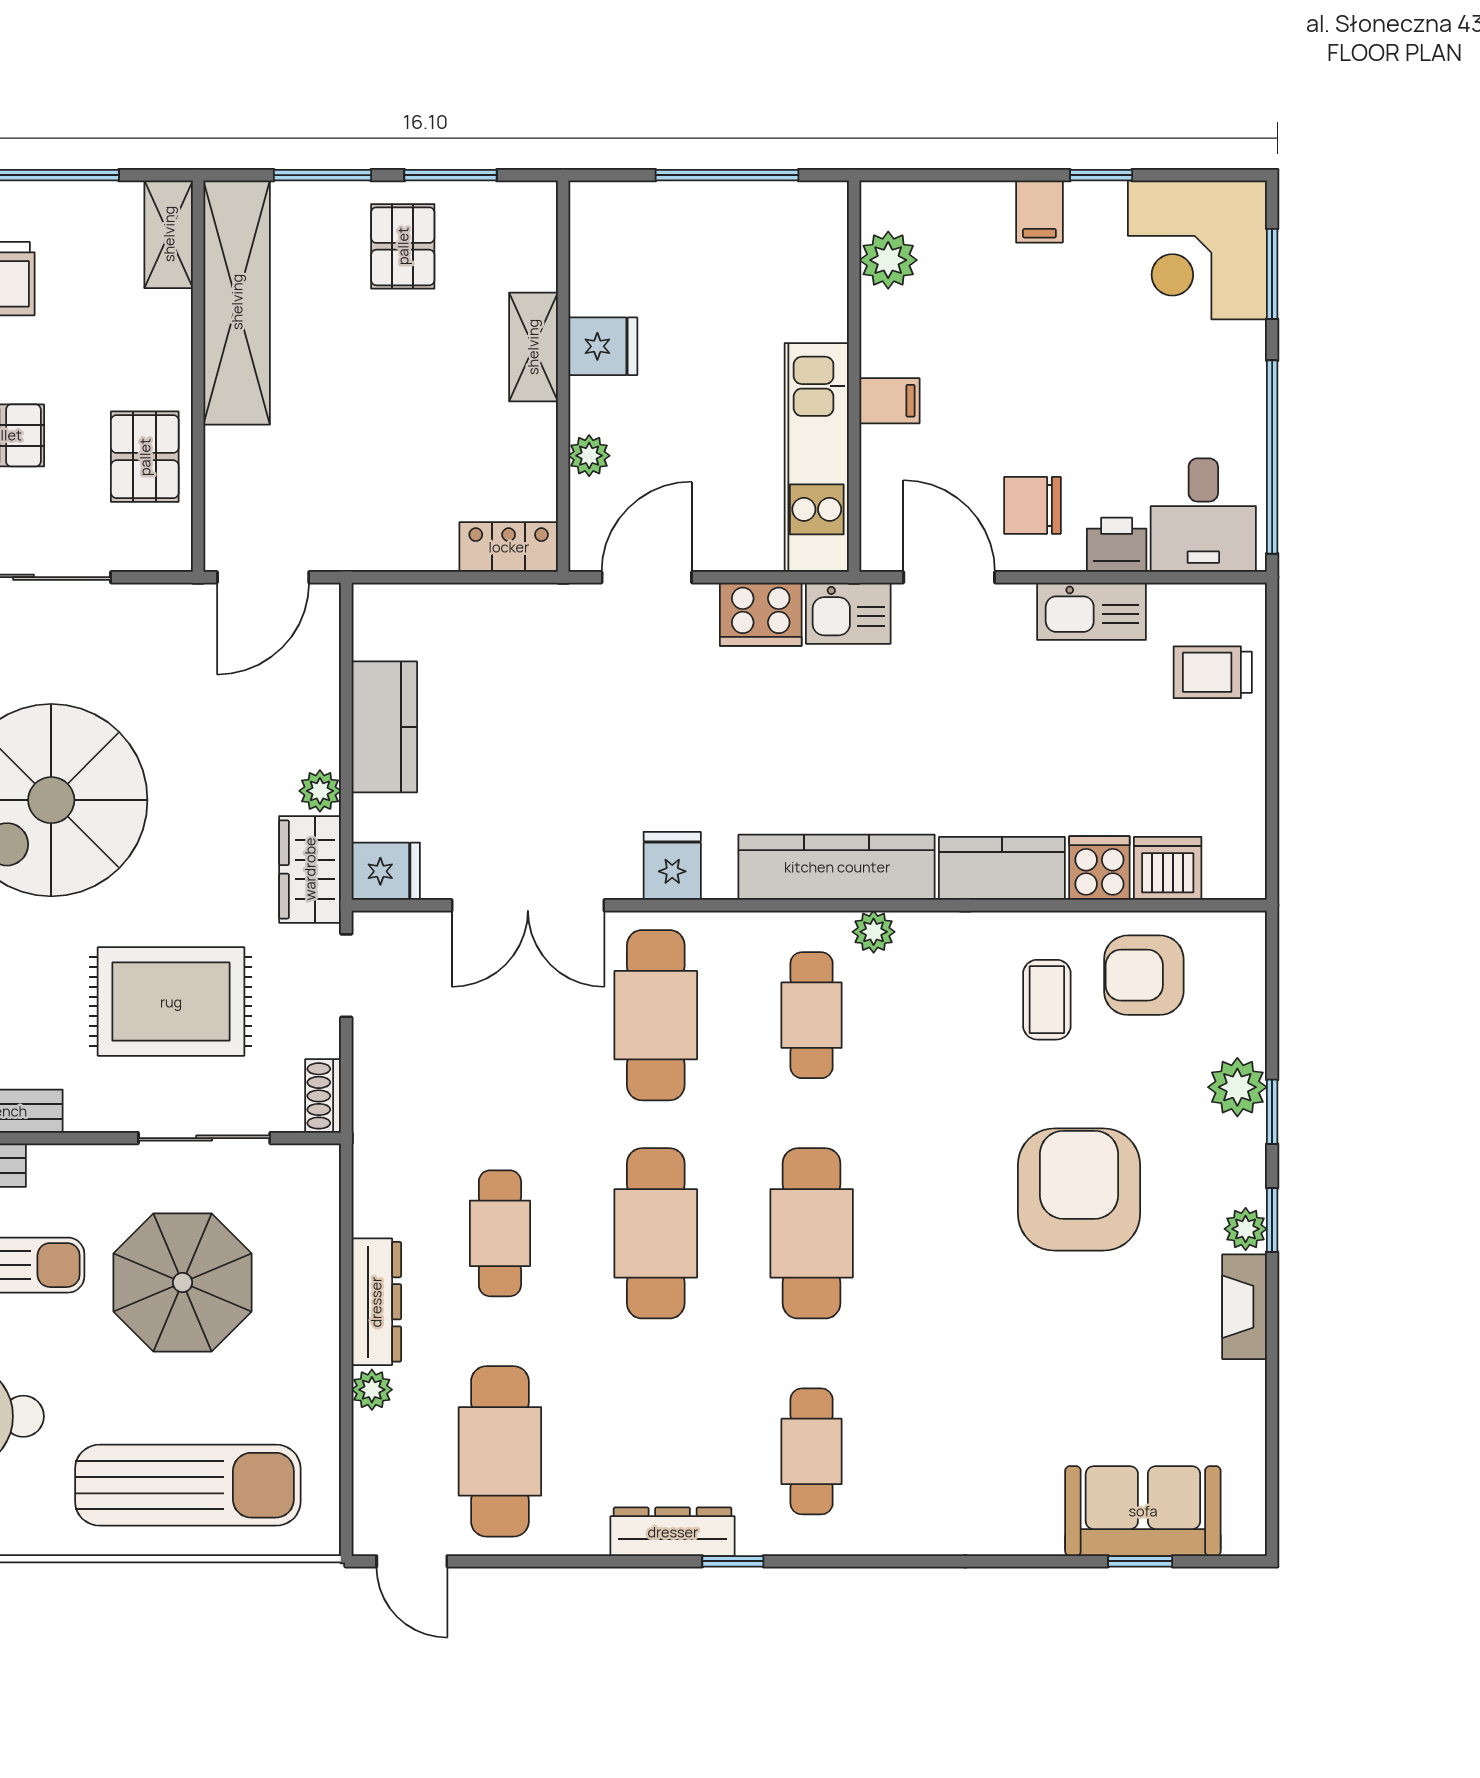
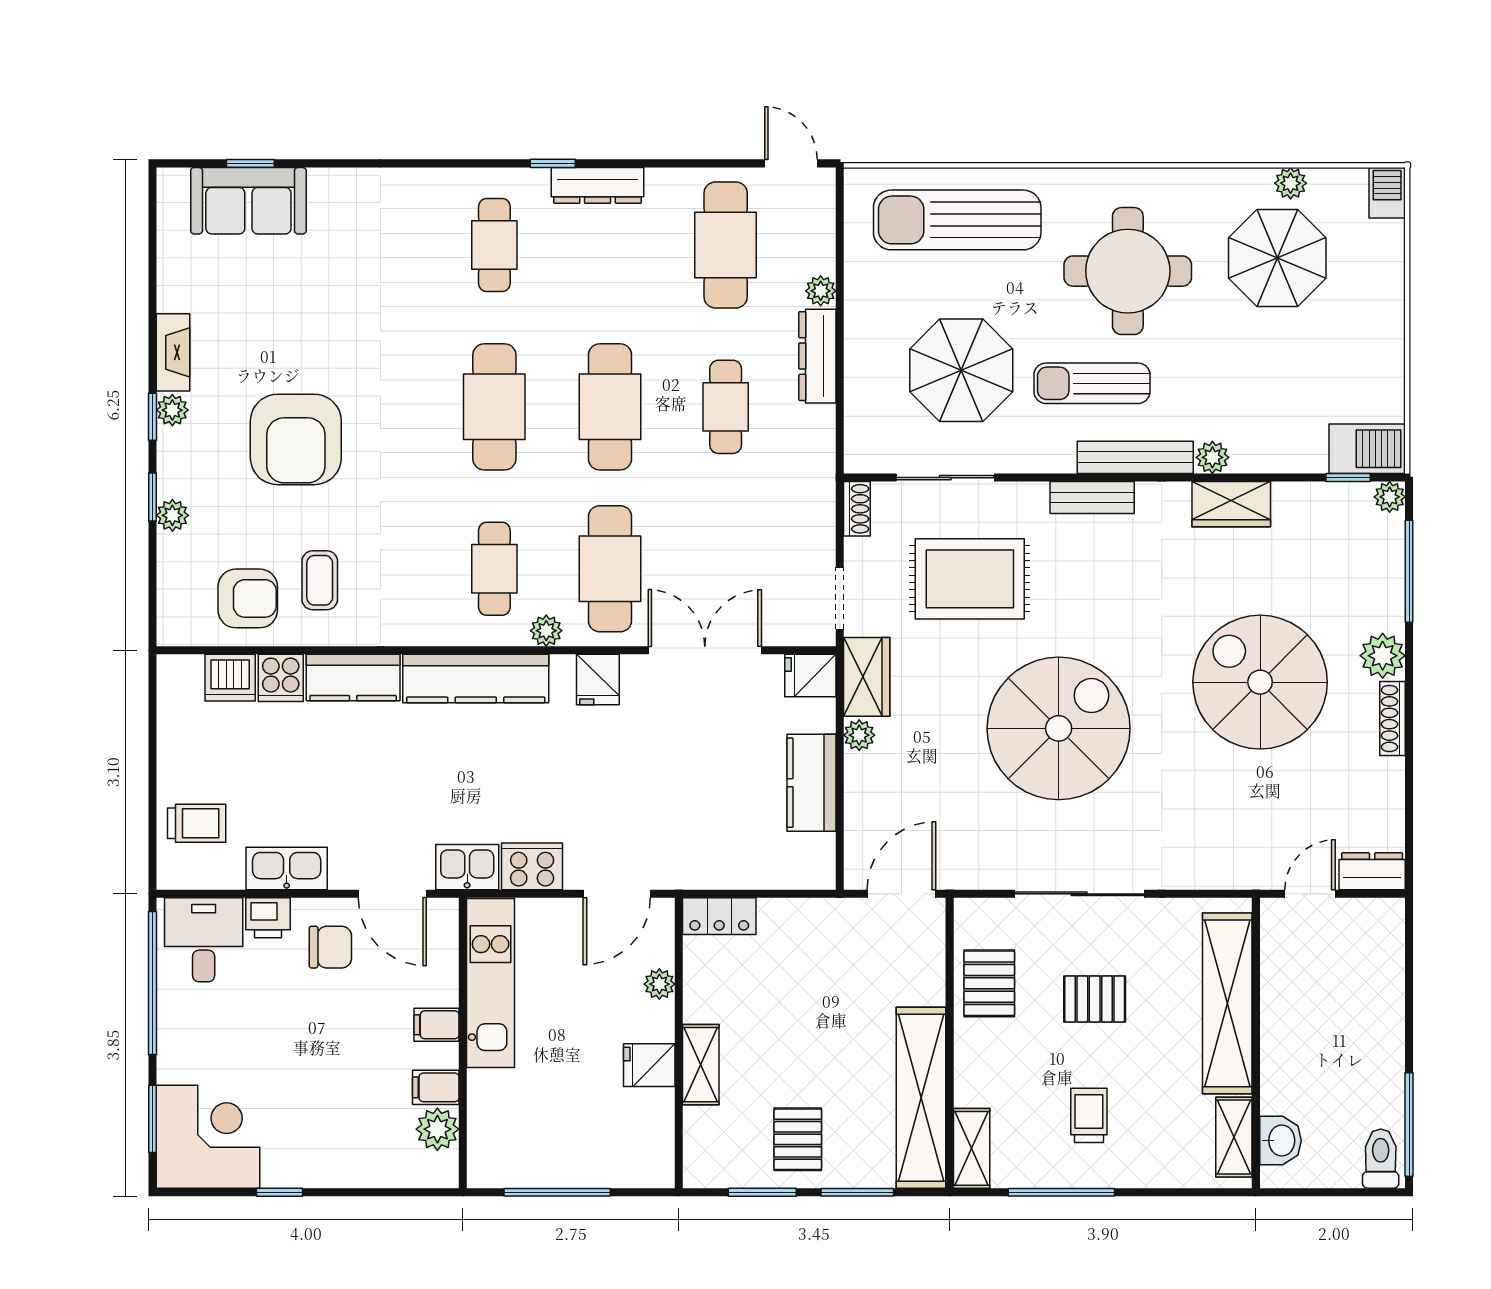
filing cabinet: (1039, 212) -> (436, 1087), moved, turned -90
plant: (874, 932) -> (546, 631), moved
plant: (1237, 1087) -> (172, 515), width x0.73, depth x0.73

